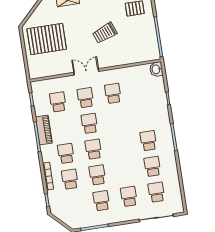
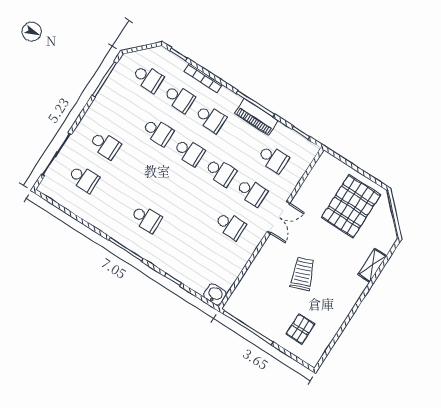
school desk: (152, 166) -> (115, 199), removed
school desk: (101, 201) -> (148, 78), moved

